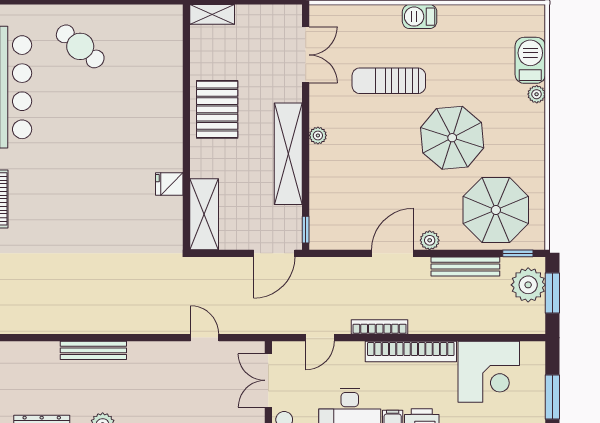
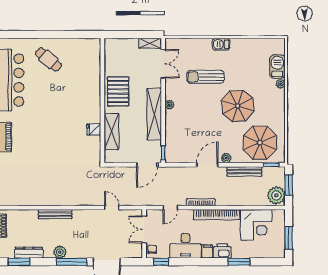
shelving: (212, 14) -> (150, 43), moved
shelving: (204, 214) -> (111, 132), moved
plant: (528, 285) -> (276, 195), moved

